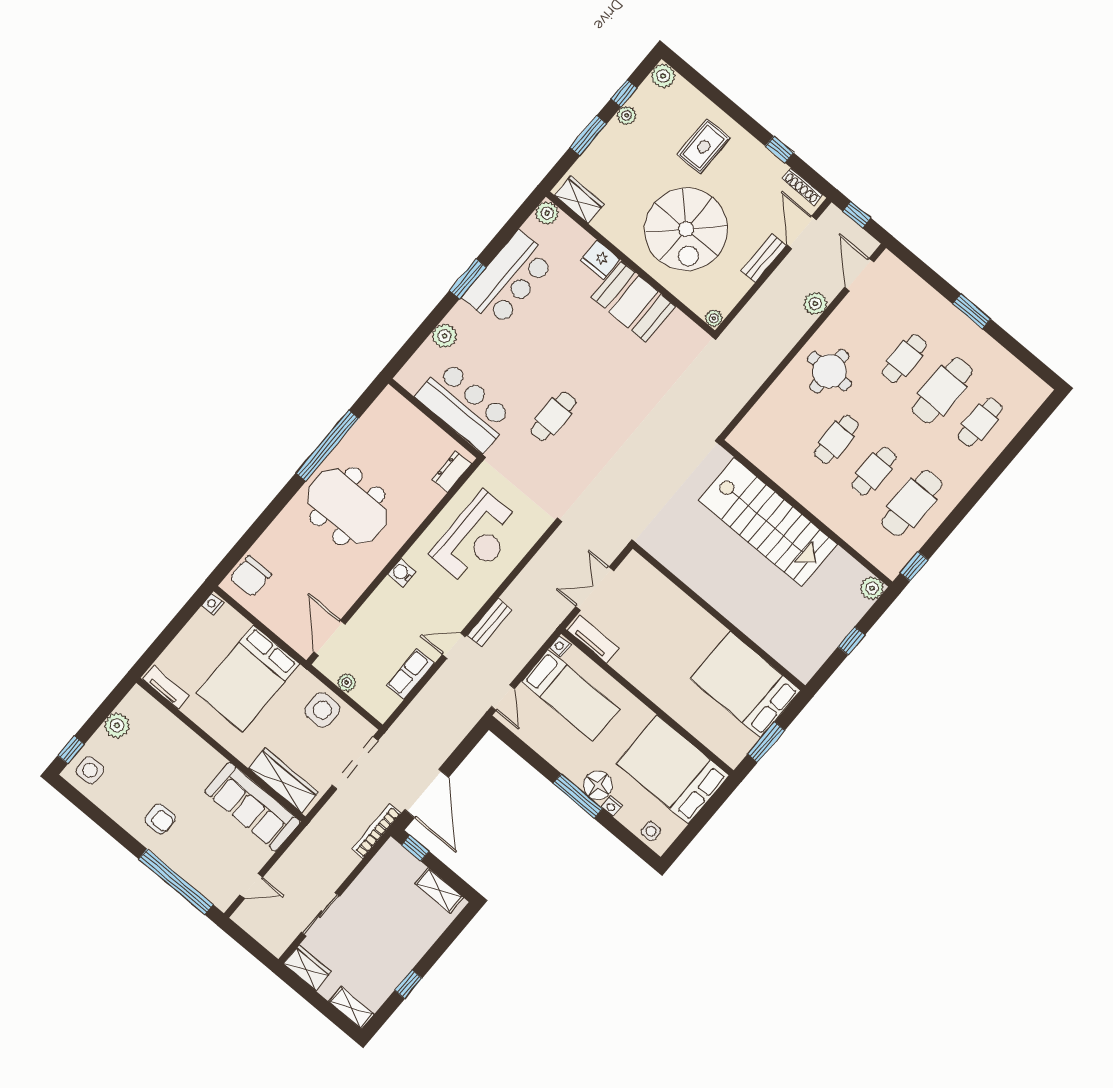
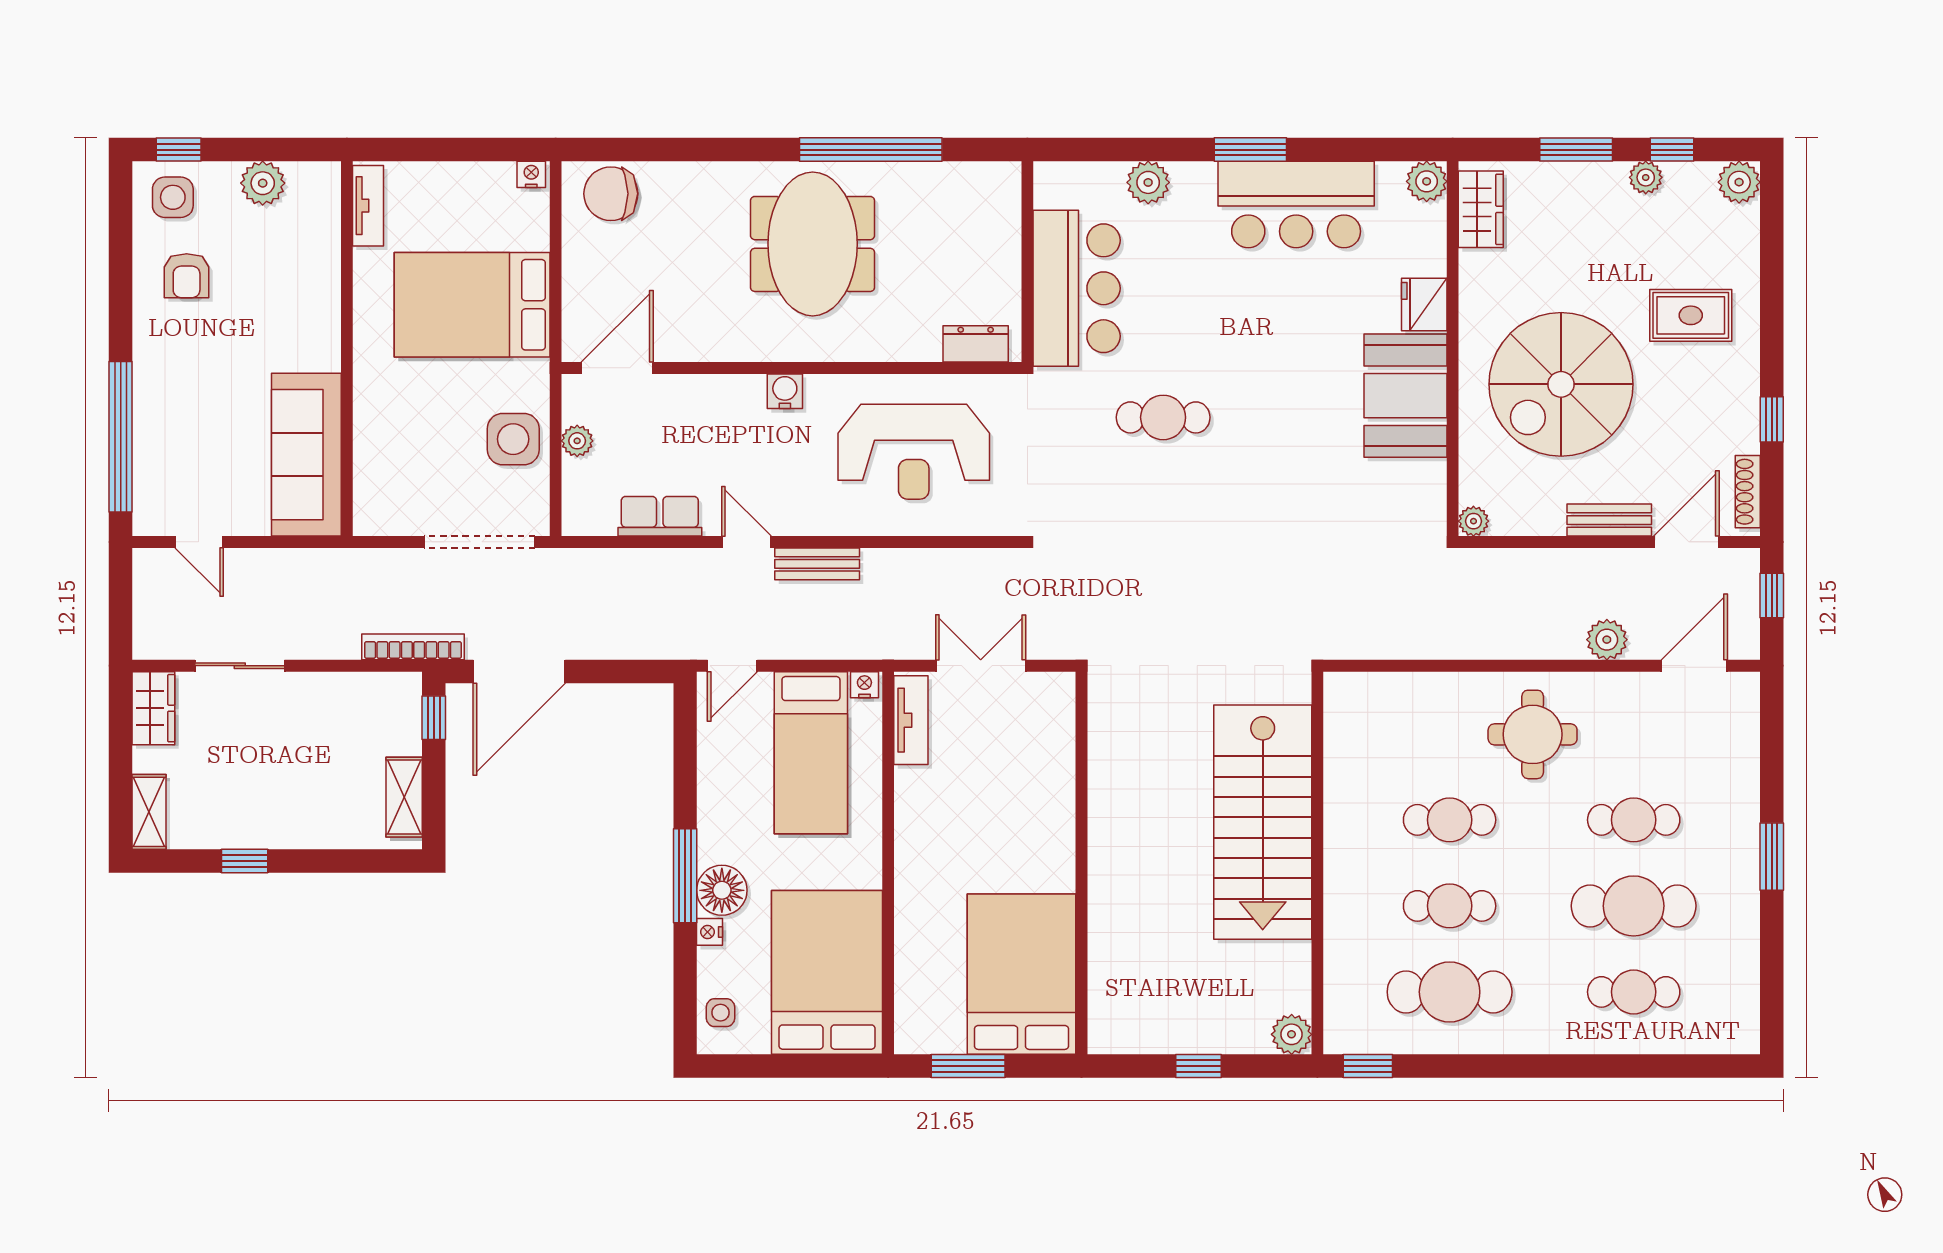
wardrobe: (283, 780) -> (376, 466), removed
armchair: (160, 819) -> (187, 276), moved

